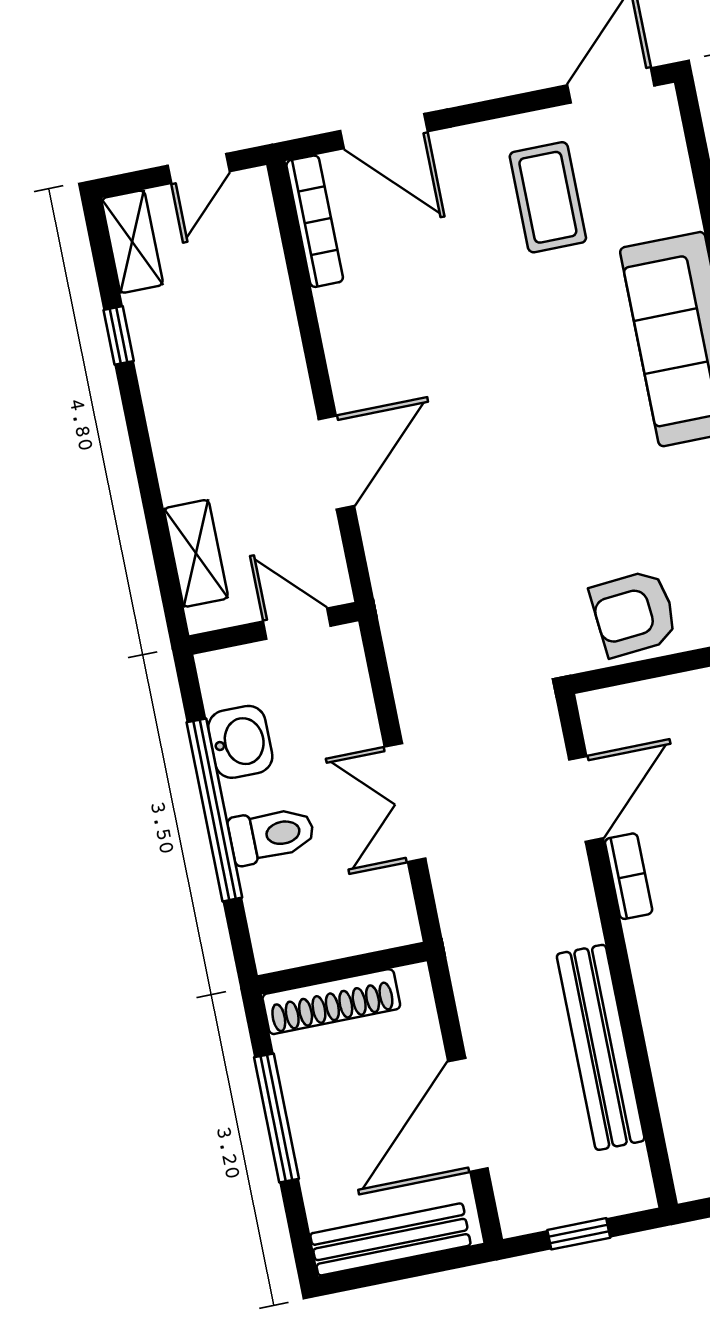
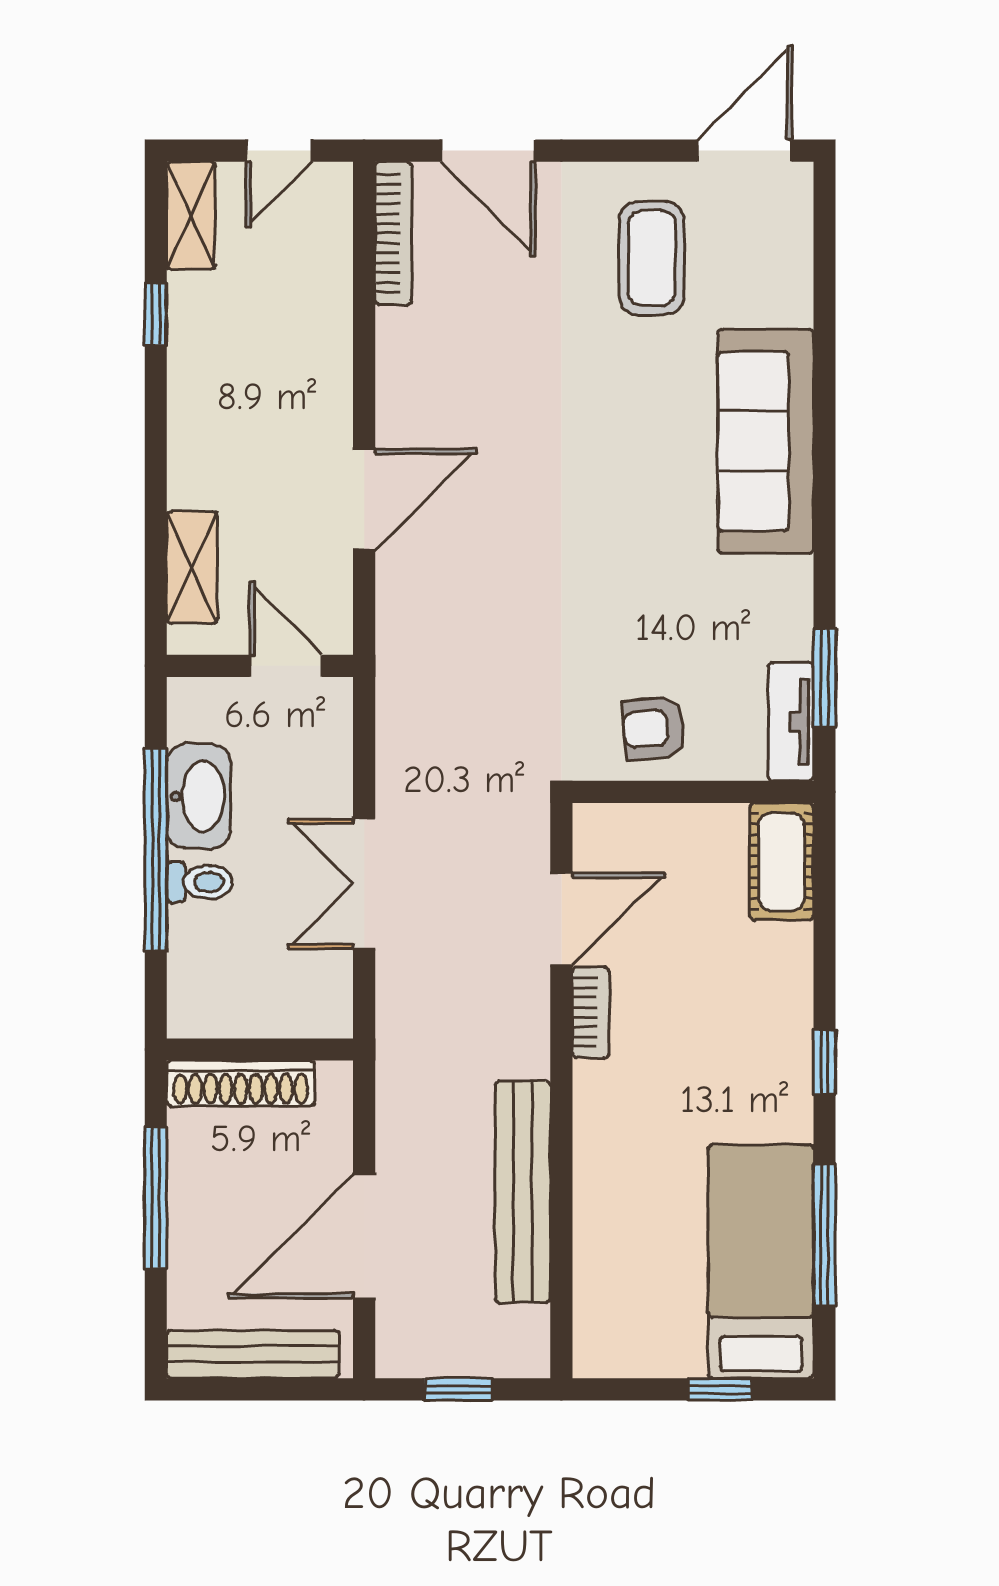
armchair: (634, 613) -> (654, 728), width x0.72, depth x0.72
washbasin: (240, 742) -> (199, 796), width x1.38
toilet: (272, 835) -> (200, 882), width x0.73, depth x0.72

